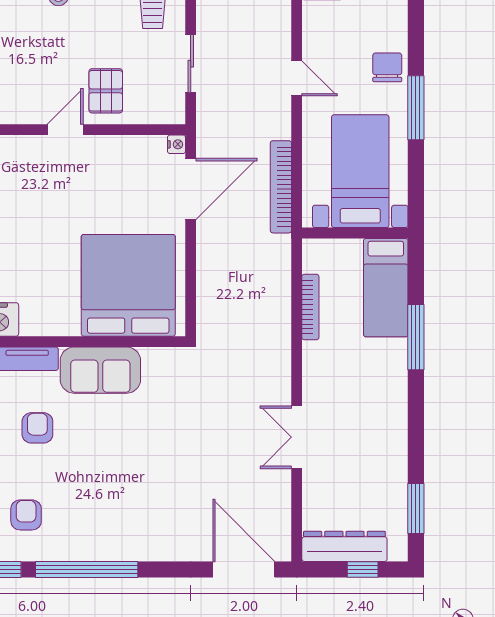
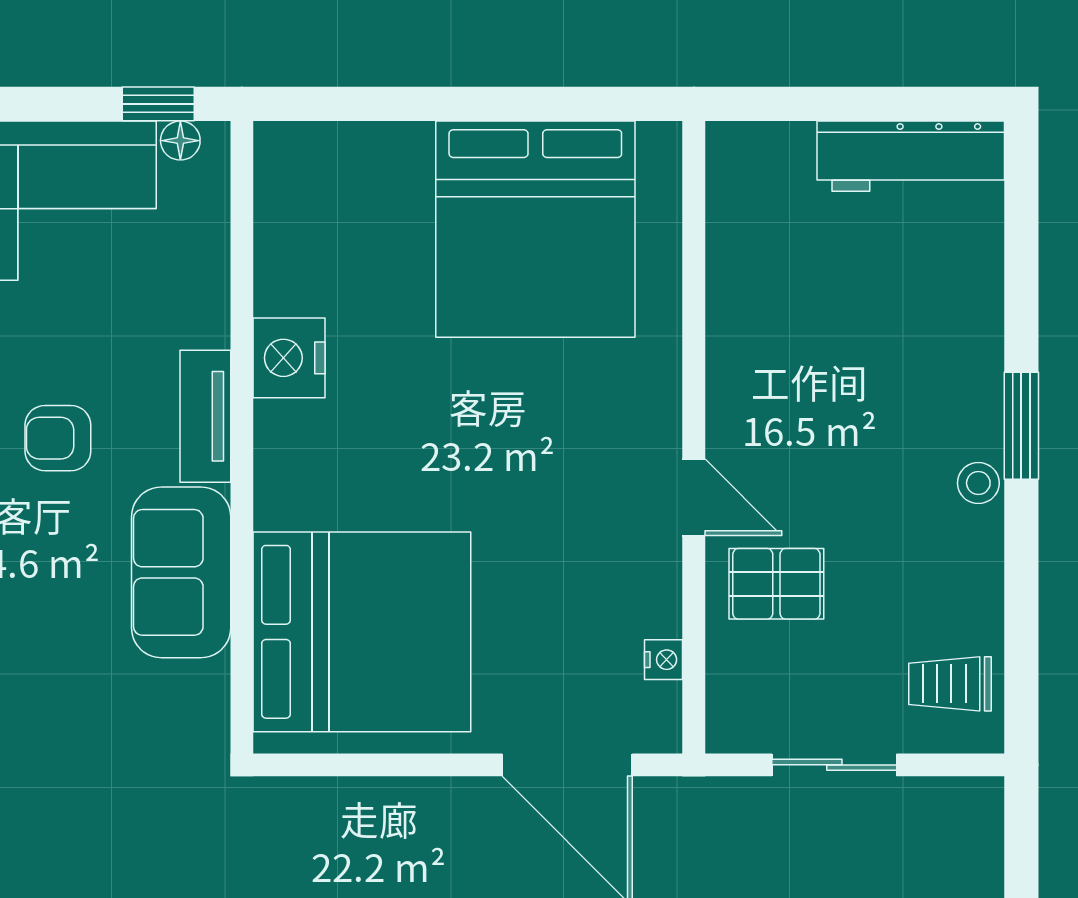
nightstand: (176, 144) -> (664, 660), moved, turned -90
armchair: (37, 428) -> (58, 438), turned 180

